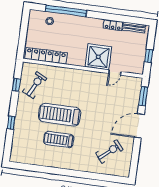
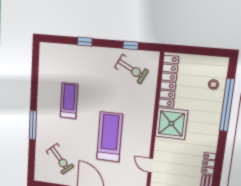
shower: (98, 57) -> (171, 124), moved
treadmill: (60, 115) -> (110, 137), moved
window: (79, 174) -> (33, 125), added

